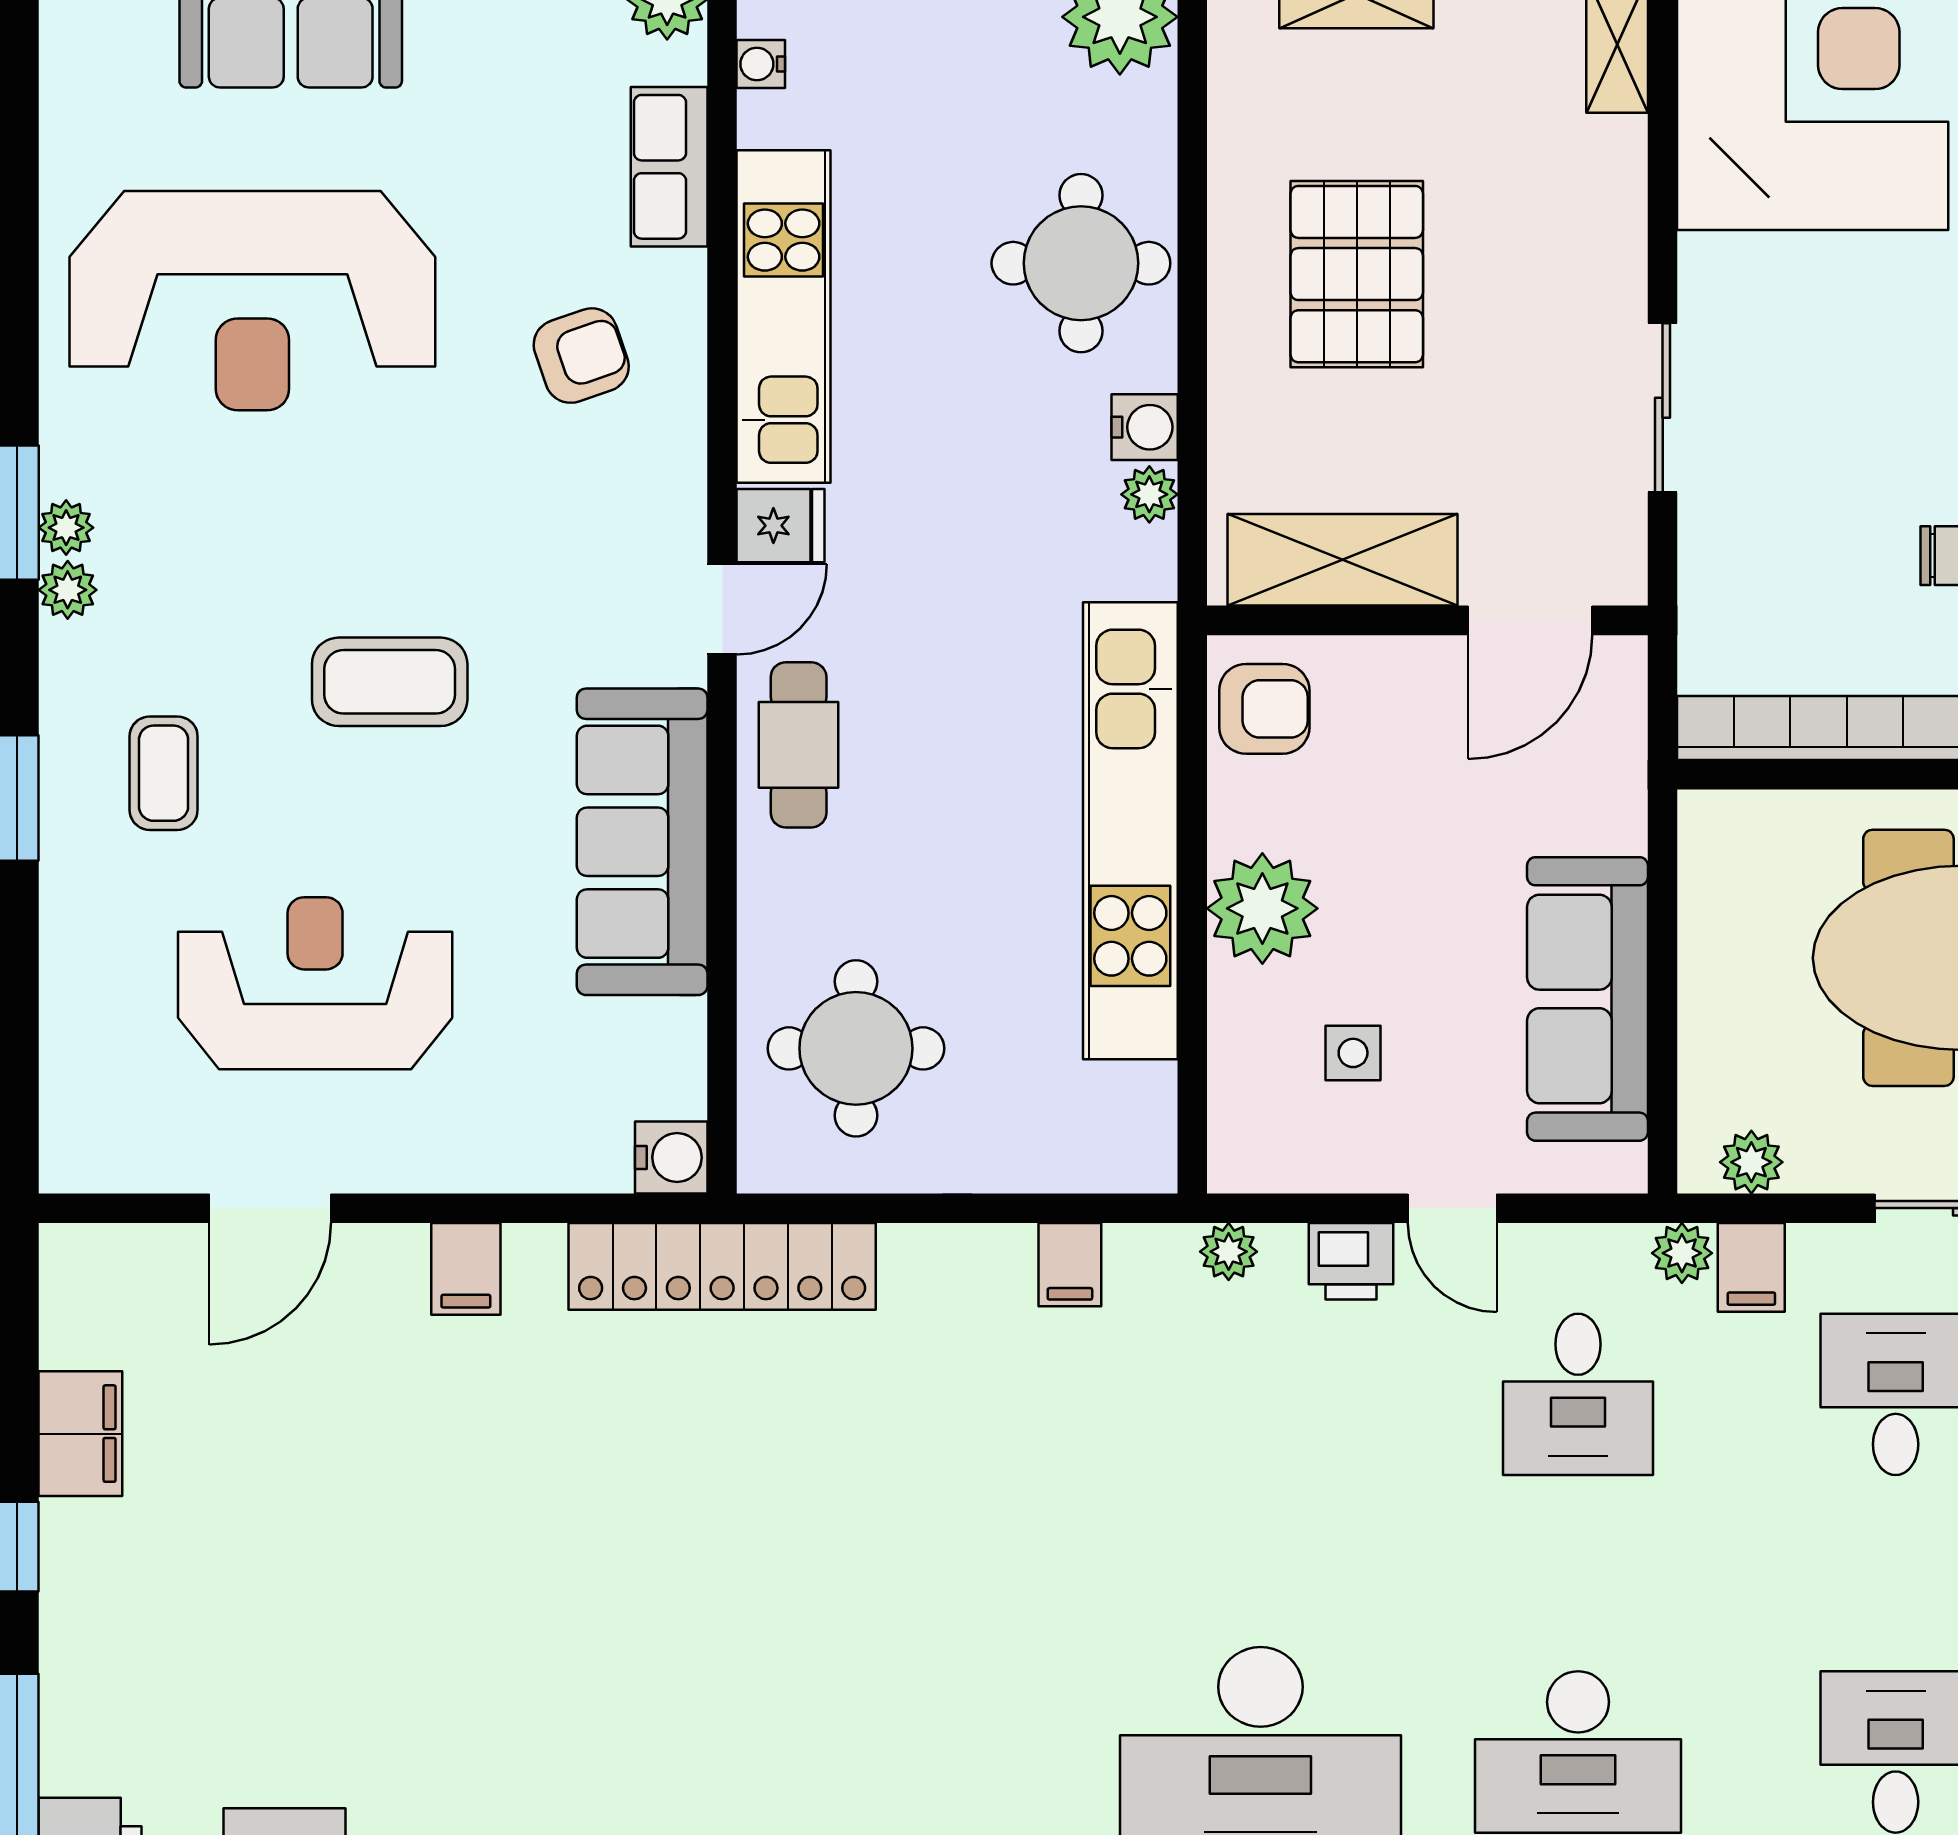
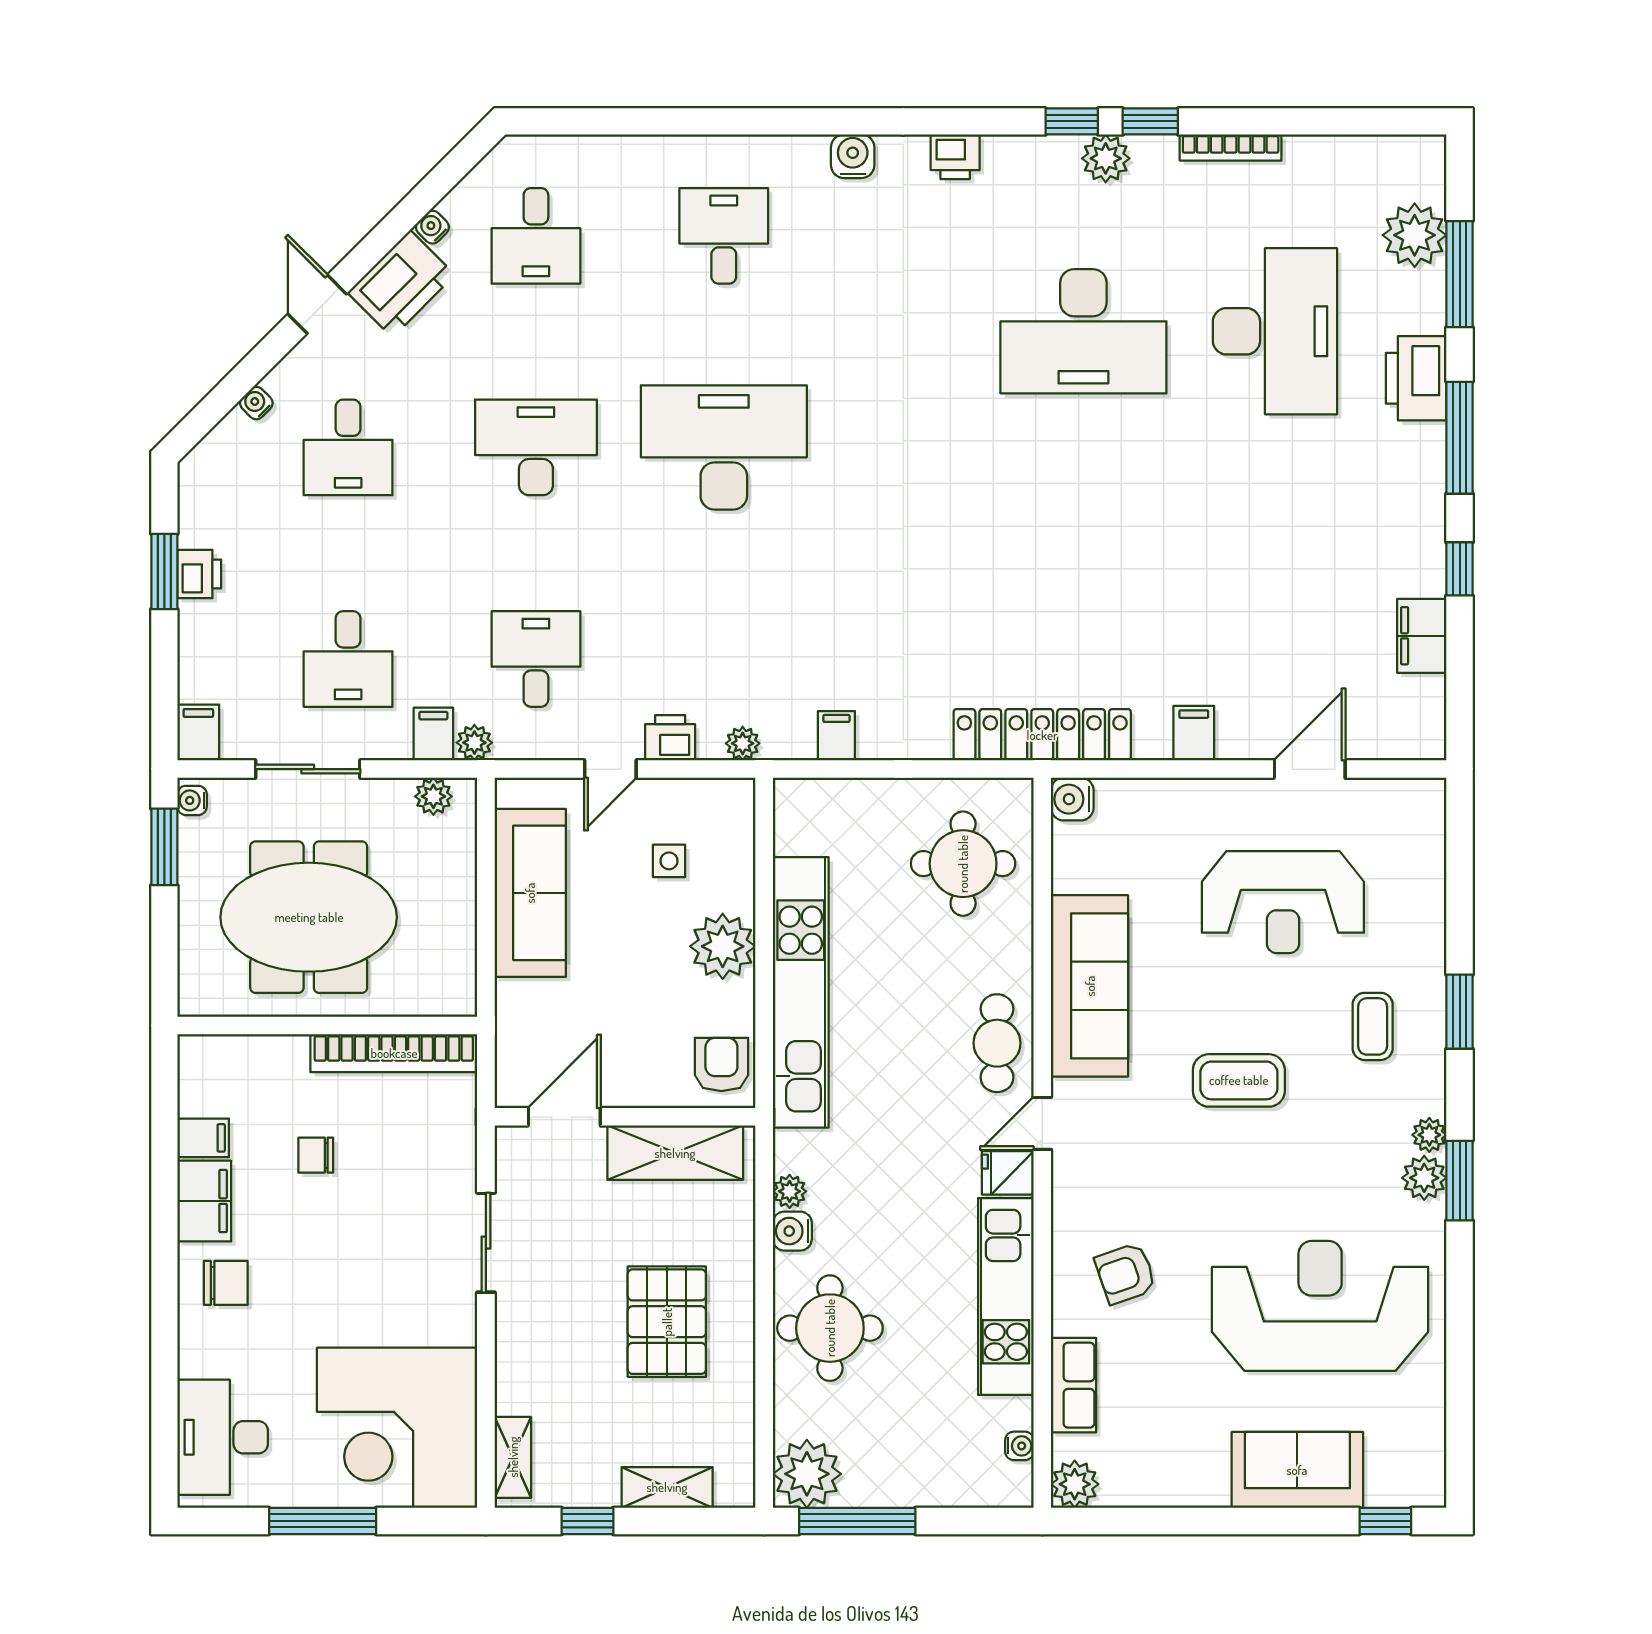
plant: (66, 528) -> (1424, 1178), width x1.38, depth x1.38
armchair: (1264, 709) -> (721, 1064), turned 90
door: (1452, 1208) -> (610, 769), swing flipped

